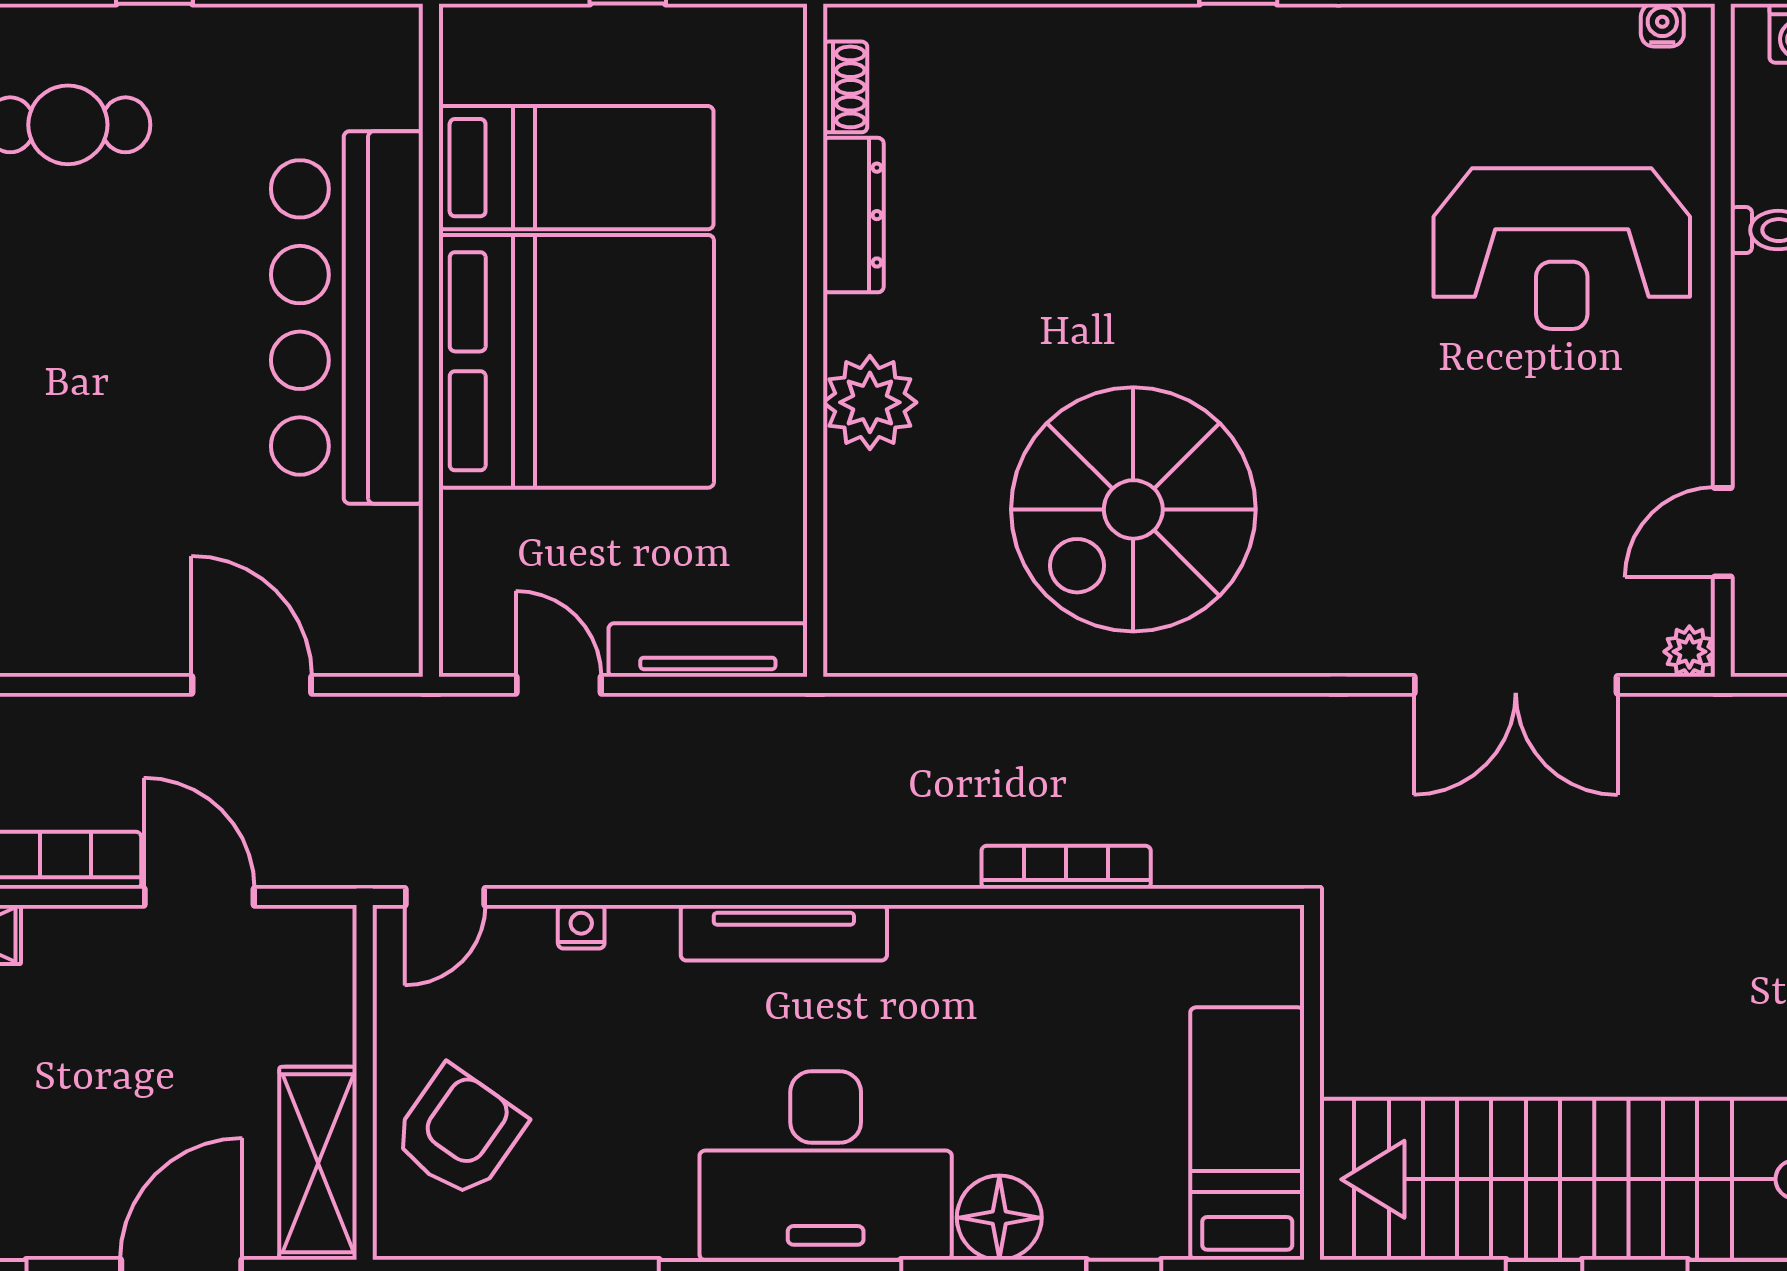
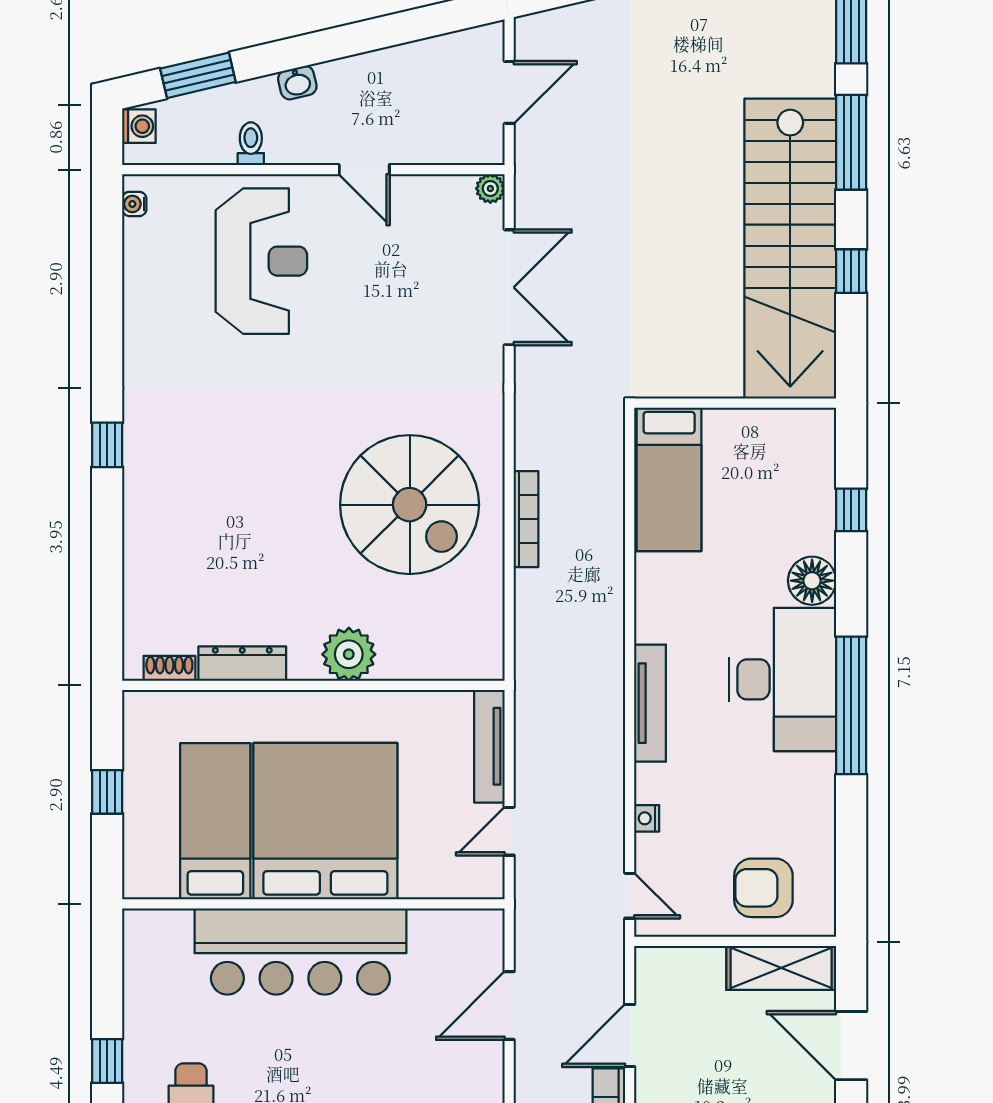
door: (1723, 532) -> (364, 170), moved
bookcase: (1066, 867) -> (526, 519), moved, turned 180
armchair: (459, 1132) -> (763, 888), turned -35
bed: (1247, 1134) -> (669, 479), moved, turned -90

